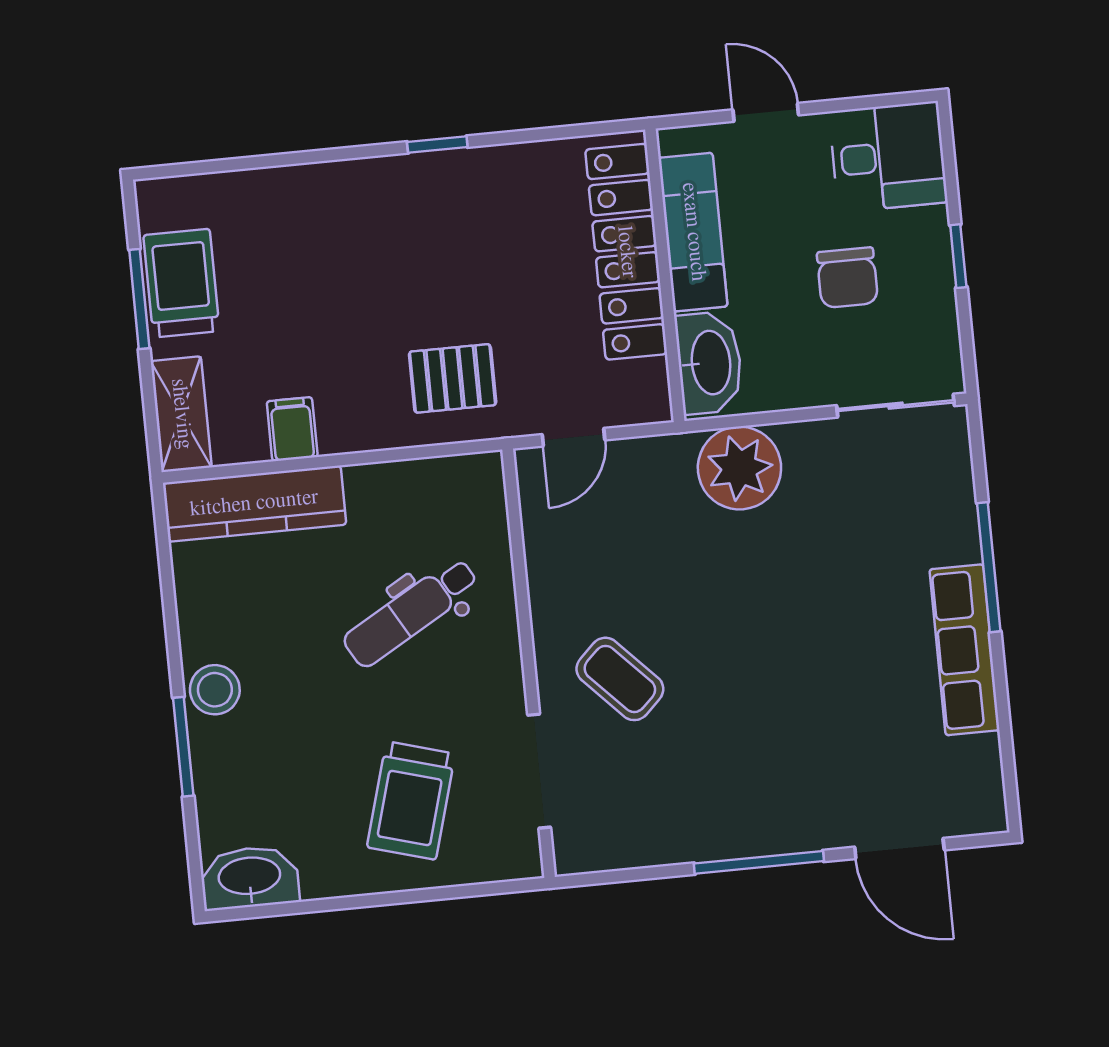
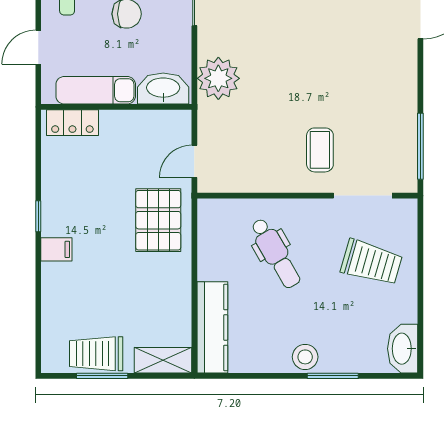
locker: (626, 252) -> (72, 123), width x0.46, depth x0.83
pallet: (453, 378) -> (158, 220), width x1.50, depth x1.42
filing cabinet: (292, 429) -> (56, 249), moved, turned 180
door: (574, 437) -> (194, 161), swing flipped
coffee table: (620, 679) -> (320, 150), turned -46
window: (759, 862) -> (420, 146), moved

